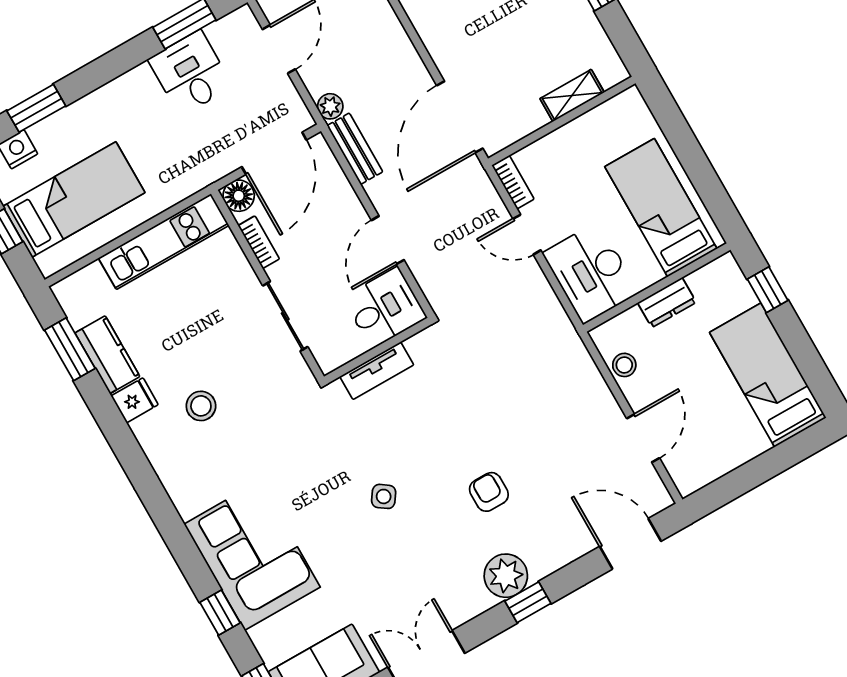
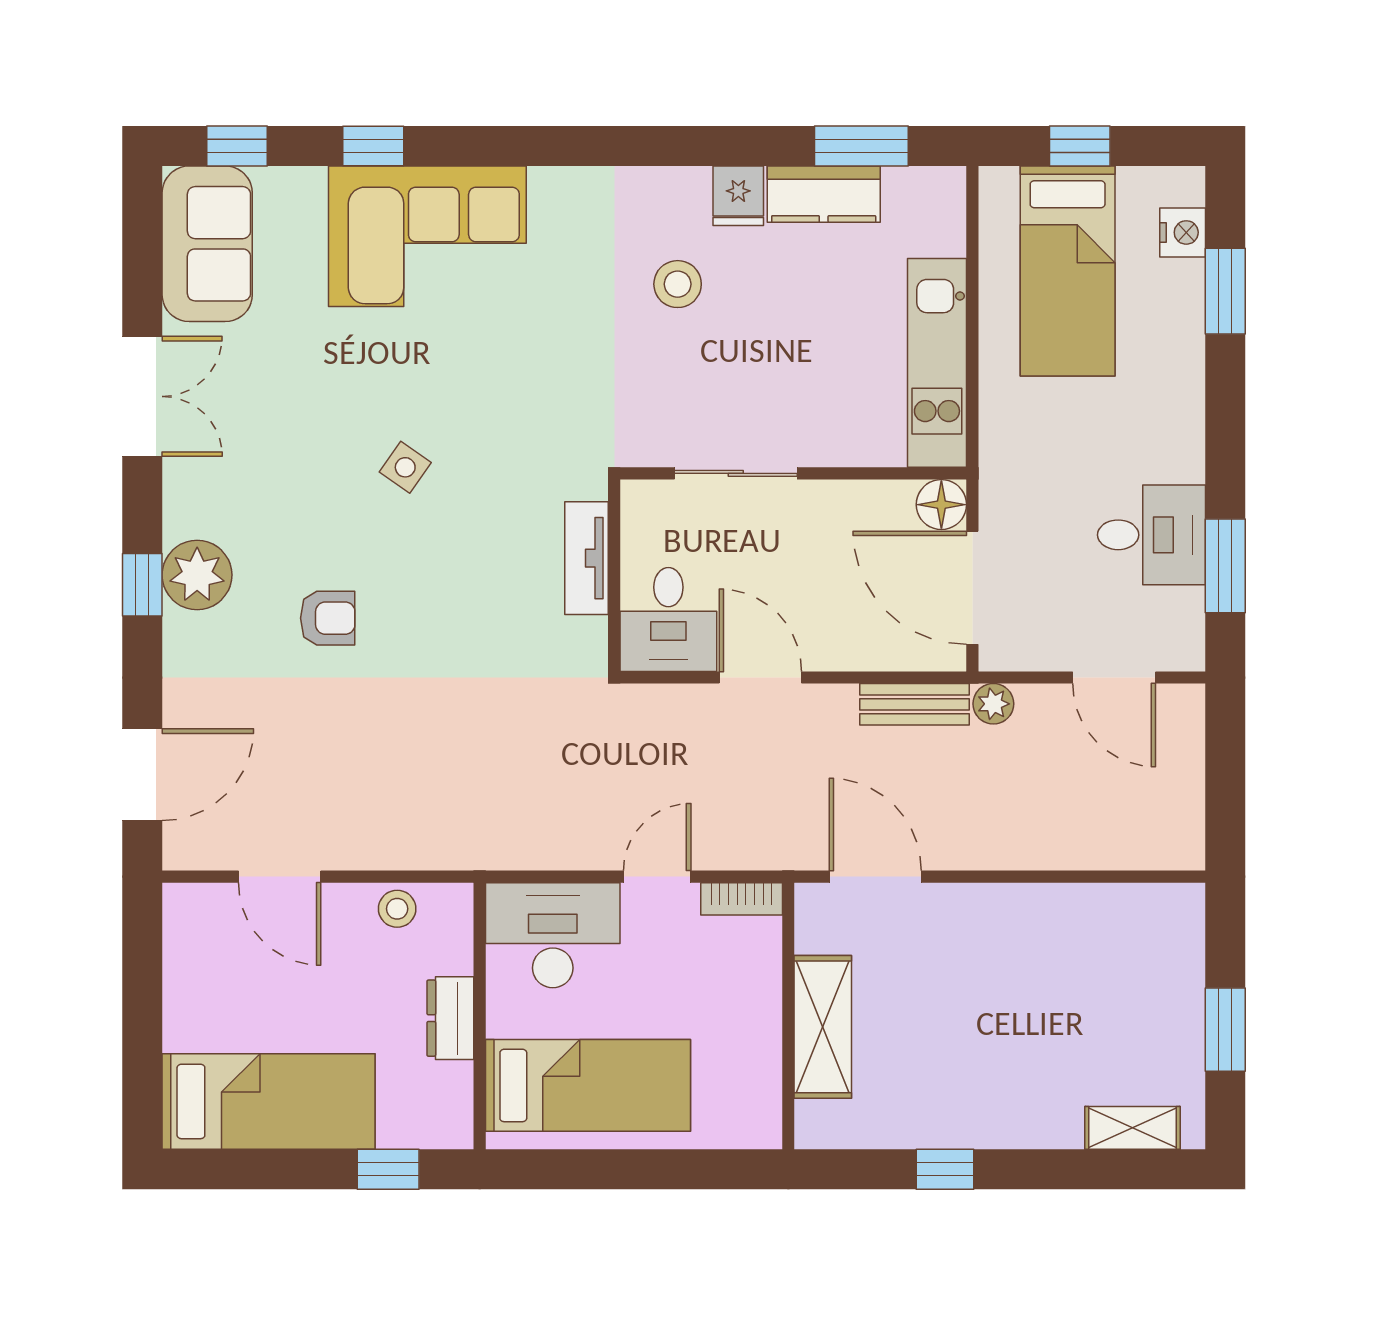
shelving: (572, 95) -> (823, 1027), width x1.50, depth x1.33
door: (460, 117) -> (875, 877), width x0.73
bookcase: (259, 242) -> (860, 495), removed

